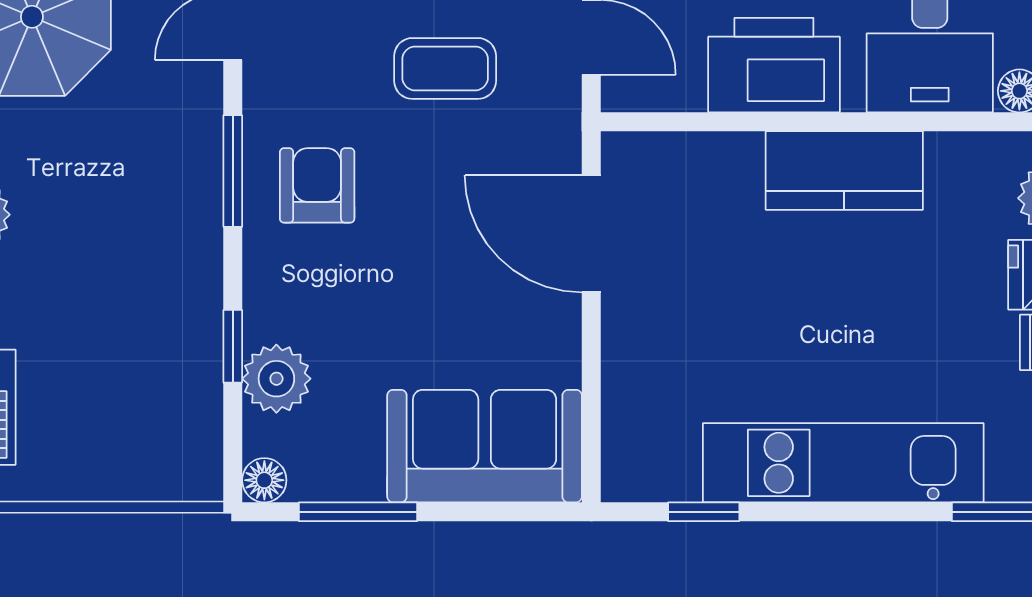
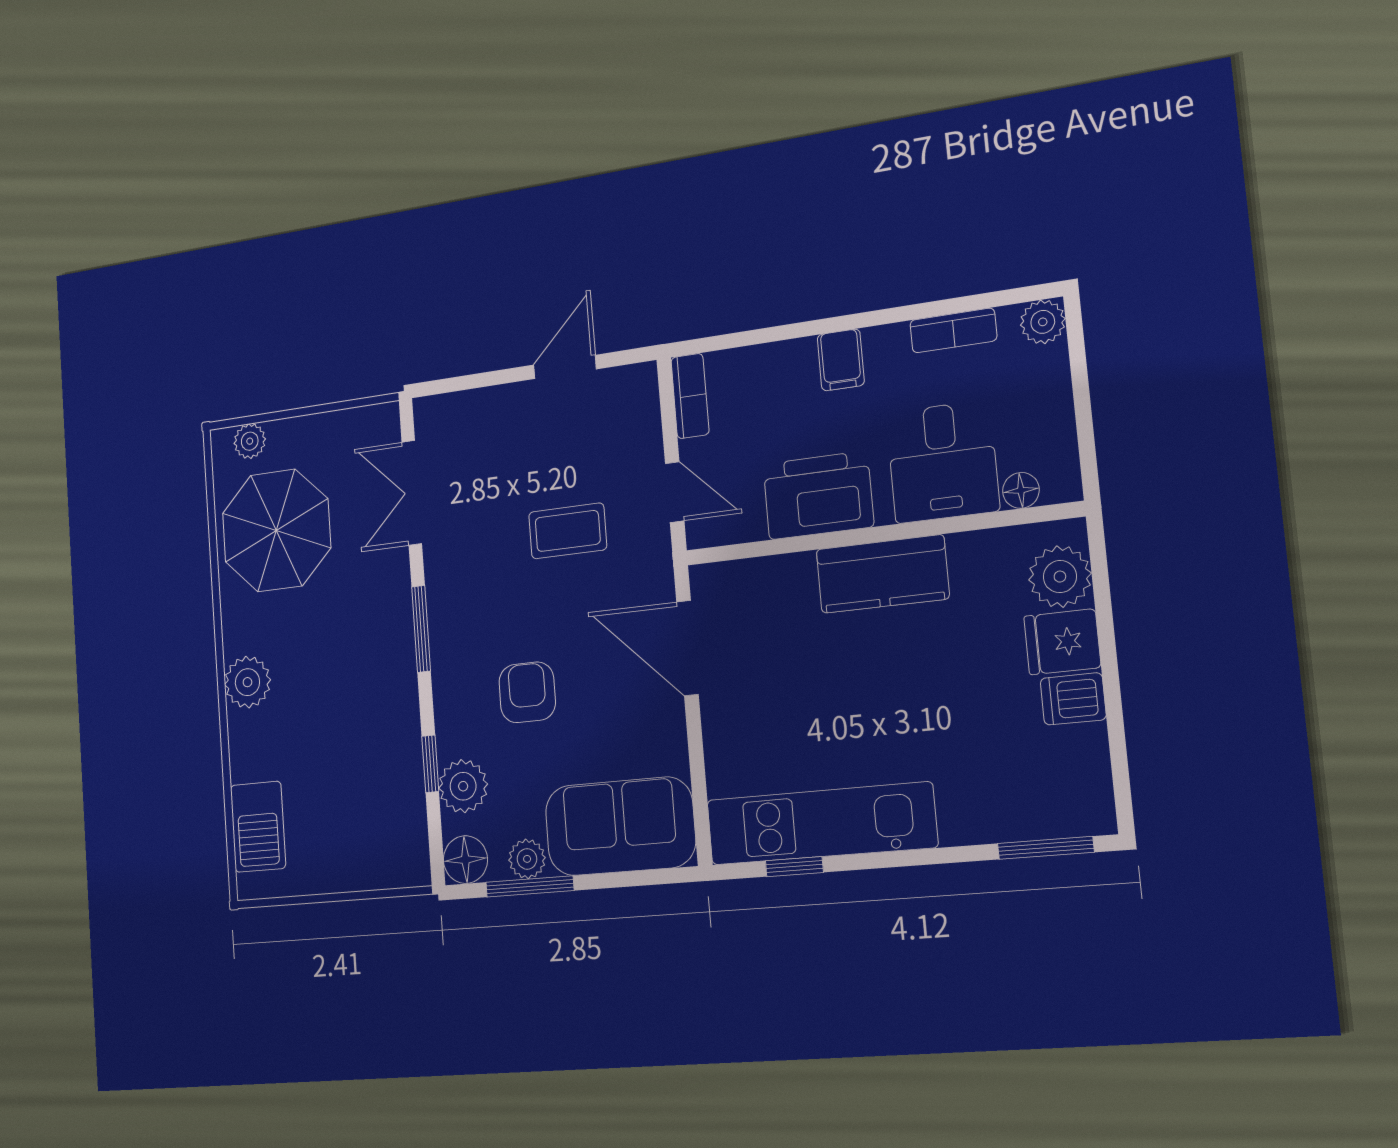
armchair: (317, 185) -> (527, 692), moved
kitchen unit: (843, 463) -> (821, 824), moved
plant: (357, 477) -> (527, 859), added
floor lamp: (264, 480) -> (465, 860), width x1.37, depth x1.37

